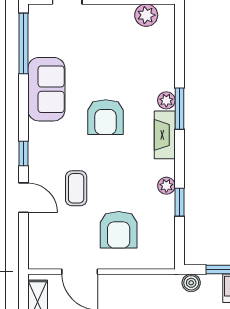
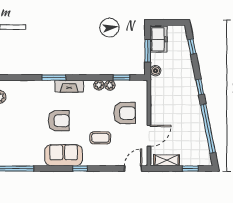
sofa: (46, 89) -> (64, 155), moved
plant: (166, 100) -> (110, 85), moved
door: (24, 198) -> (133, 169), moved
window: (179, 202) -> (121, 78), moved

